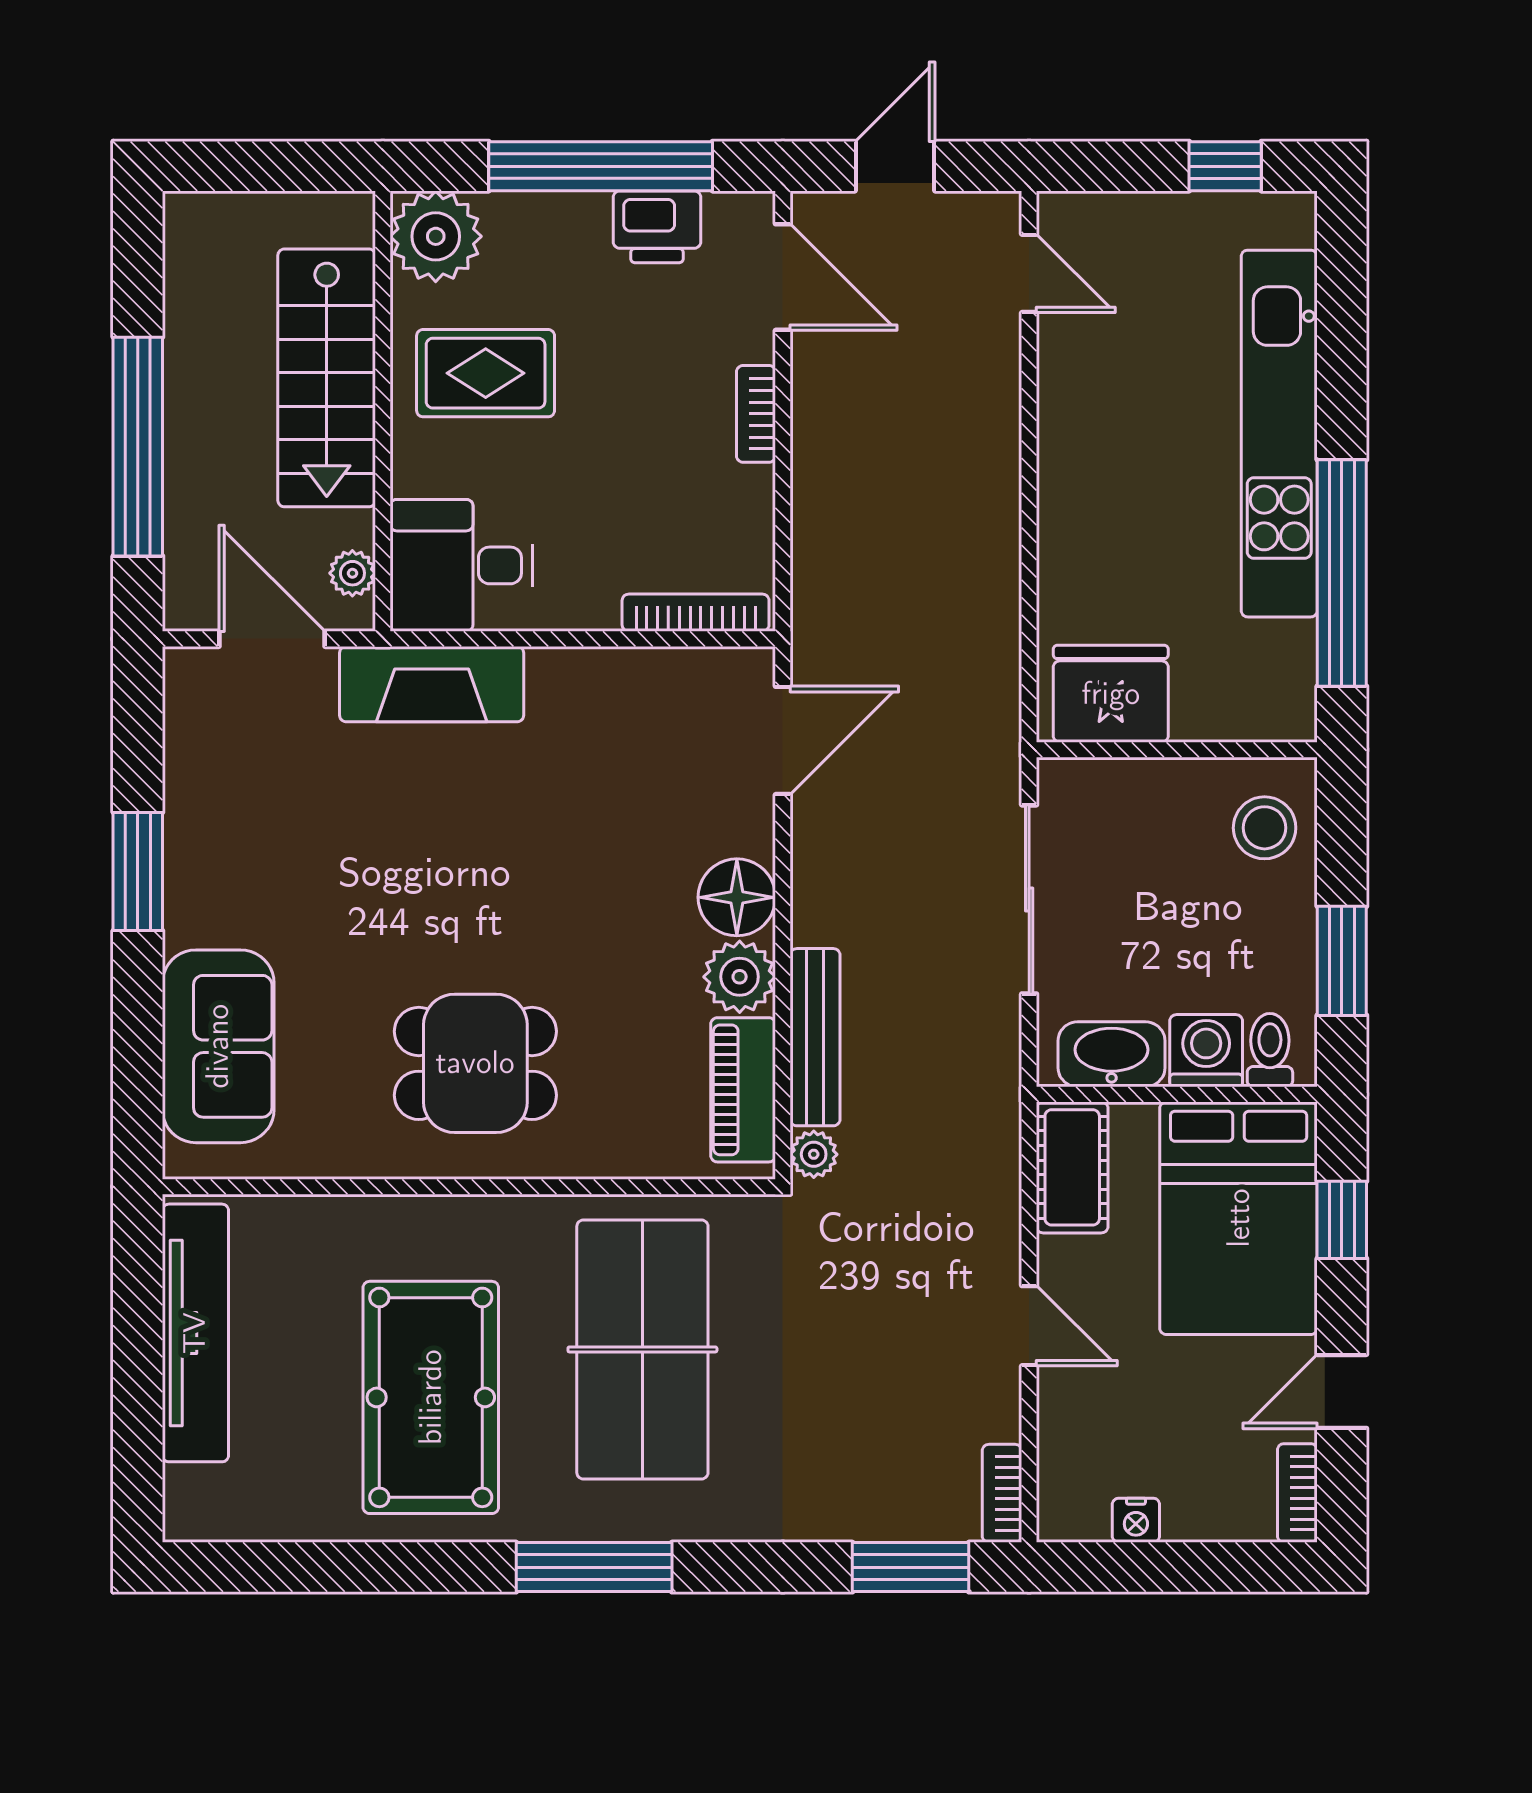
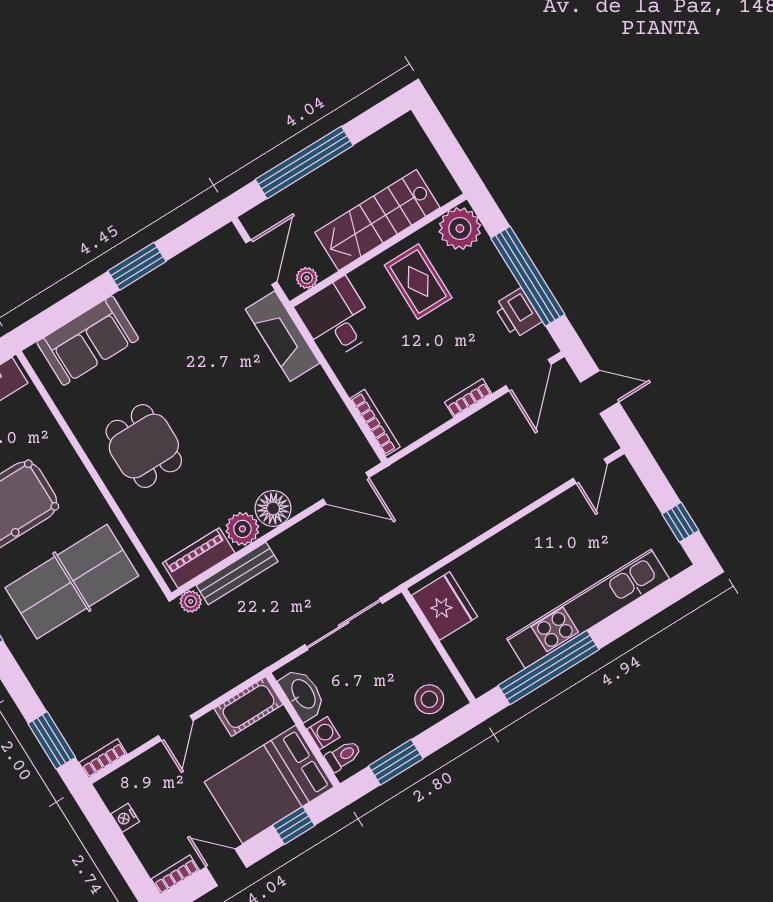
washing machine: (1206, 1051) -> (323, 733), width x0.73, depth x0.73

